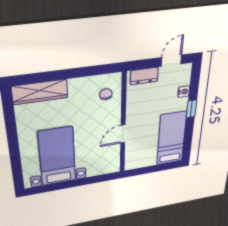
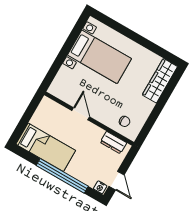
dresser: (144, 76) -> (113, 143), moved, turned -90
nightstand: (184, 92) -> (100, 187), moved
window: (191, 109) -> (62, 176), width x3.17

